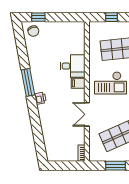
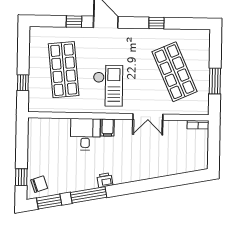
window: (20, 39) -> (49, 202), added
window: (28, 82) -> (89, 195), moved
printer: (40, 98) -> (105, 180), moved

